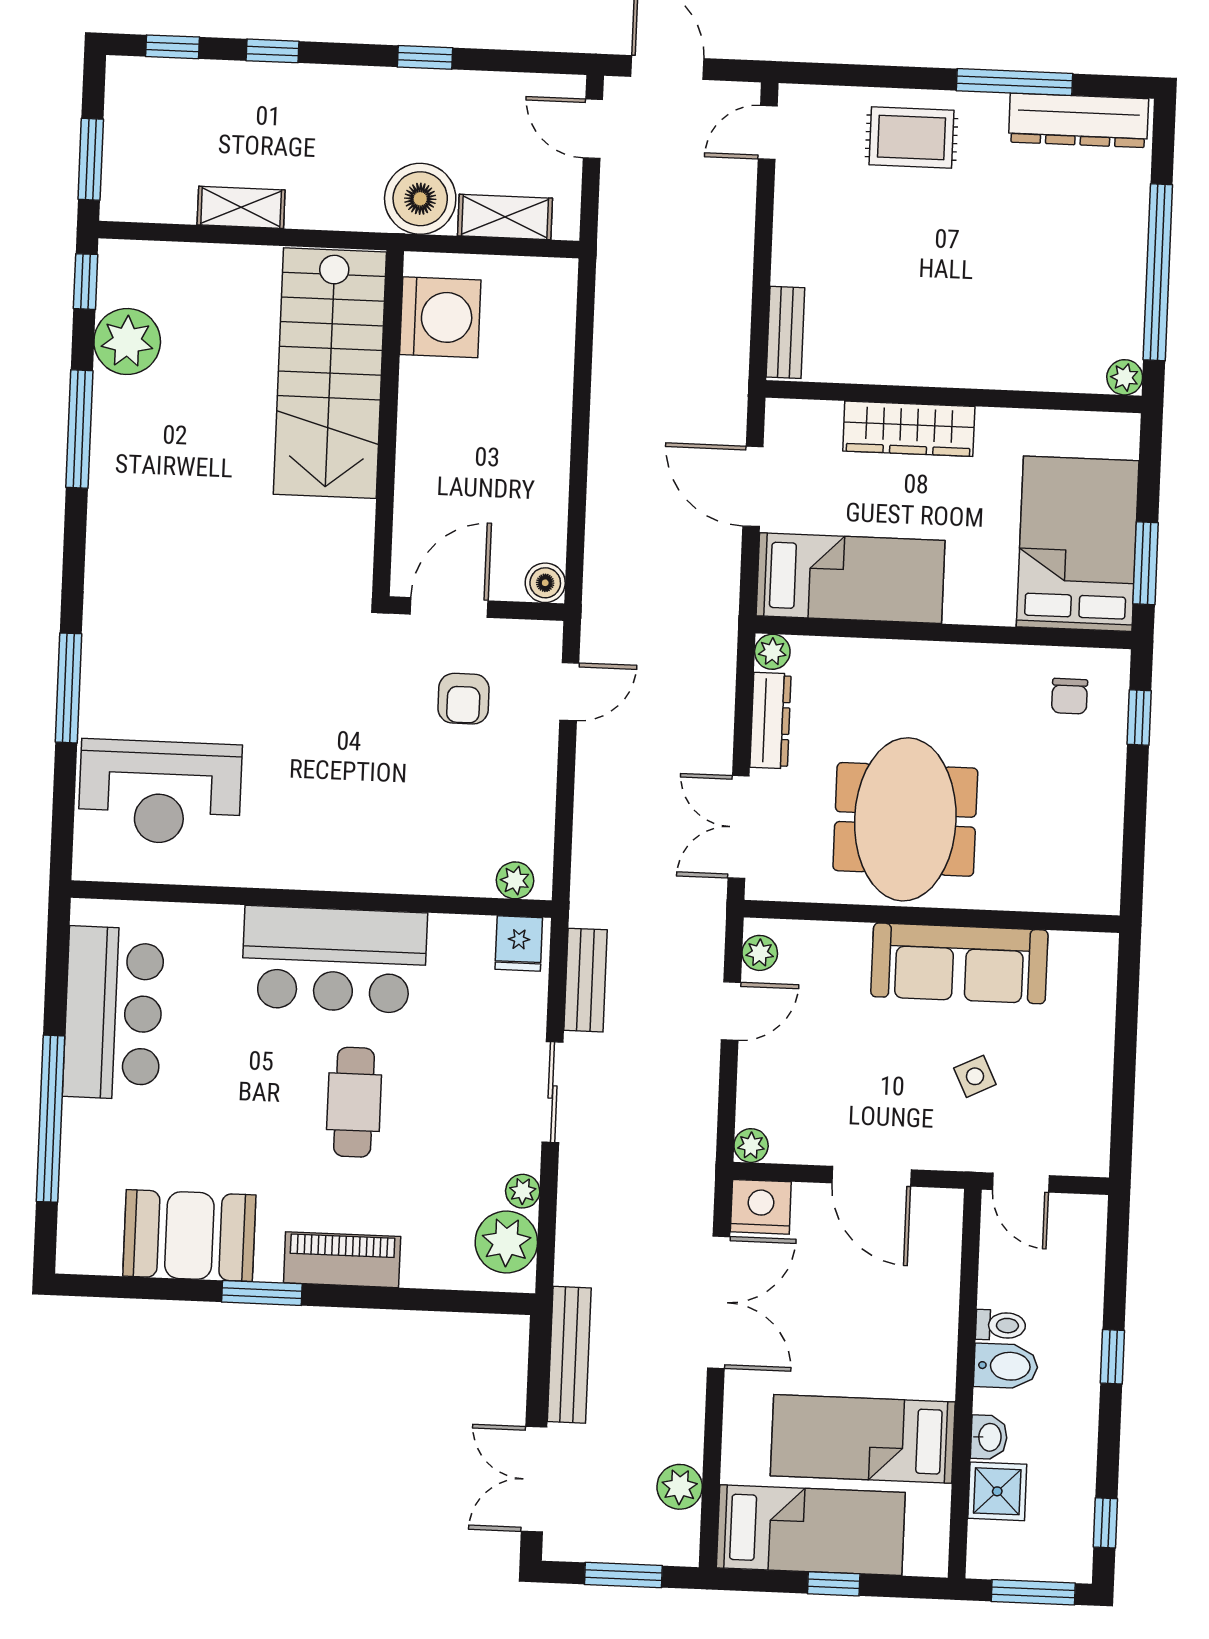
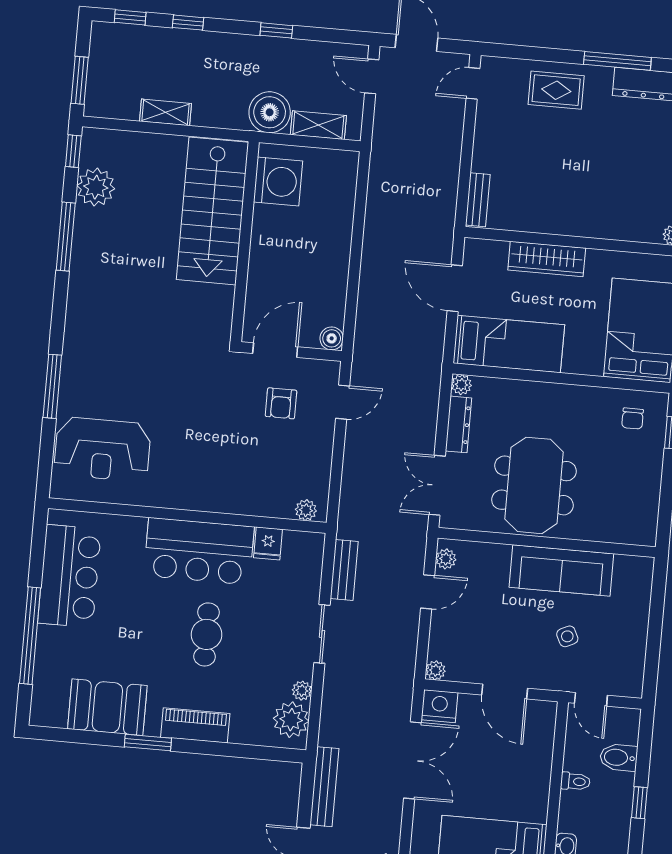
fridge: (519, 944) -> (268, 543), moved
bidet: (1006, 1366) -> (619, 757), moved, turned 180

